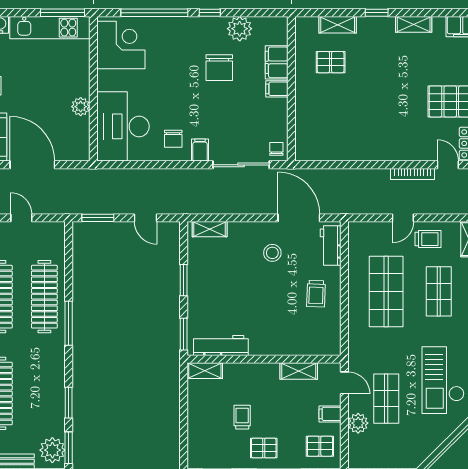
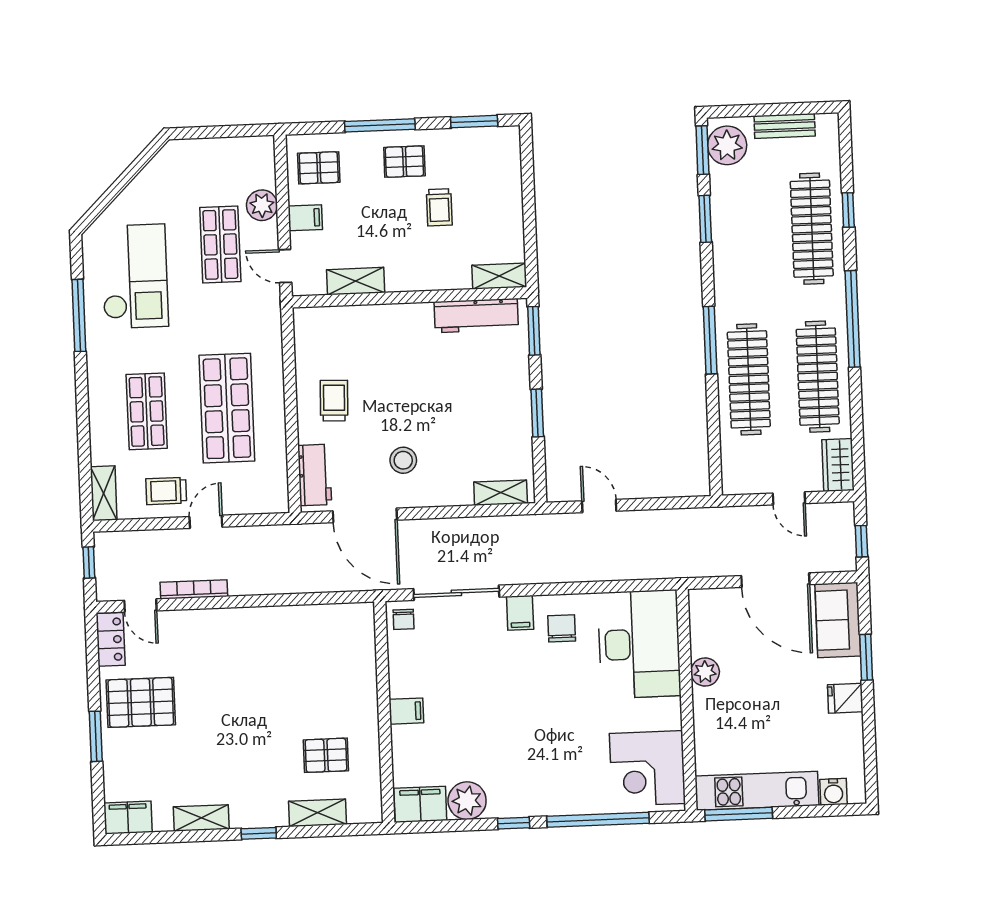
filing cabinet: (277, 62) -> (420, 804), moved, turned -90
chair: (219, 68) -> (496, 740), removed
window: (98, 218) -> (672, 503), removed

